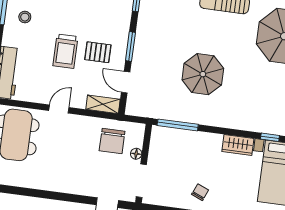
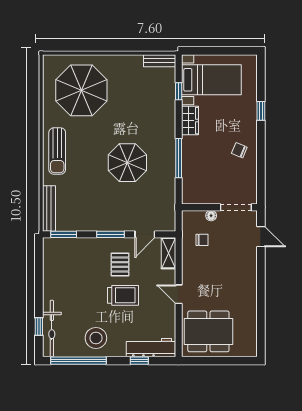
stool: (25, 17) -> (96, 338), width x1.89, depth x1.89
window: (178, 125) -> (179, 158), moved
chair: (112, 141) -> (202, 240), width x0.54, depth x0.54

